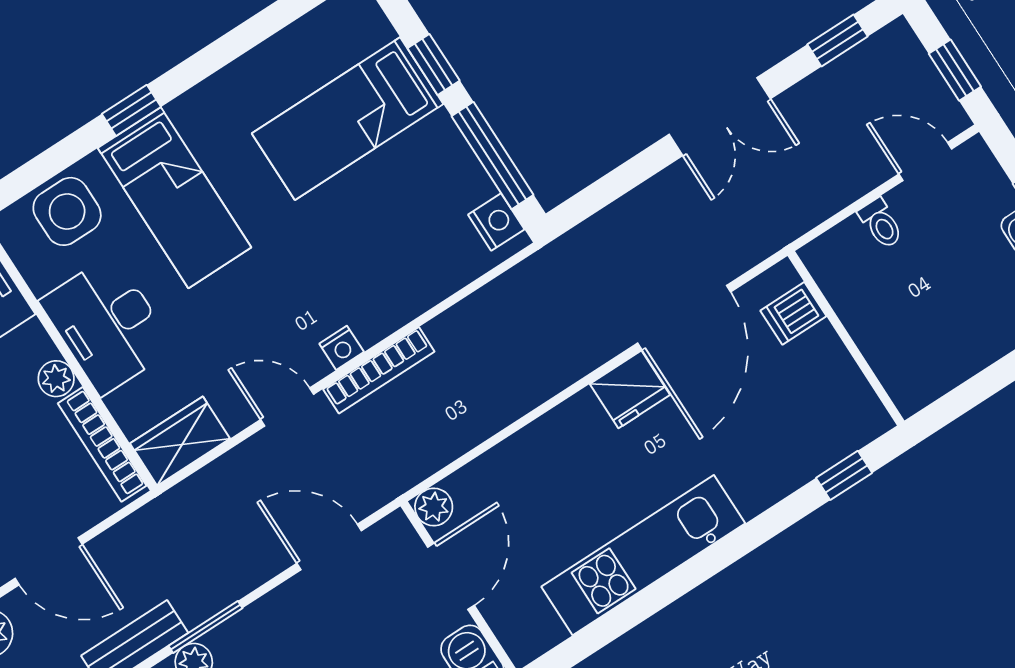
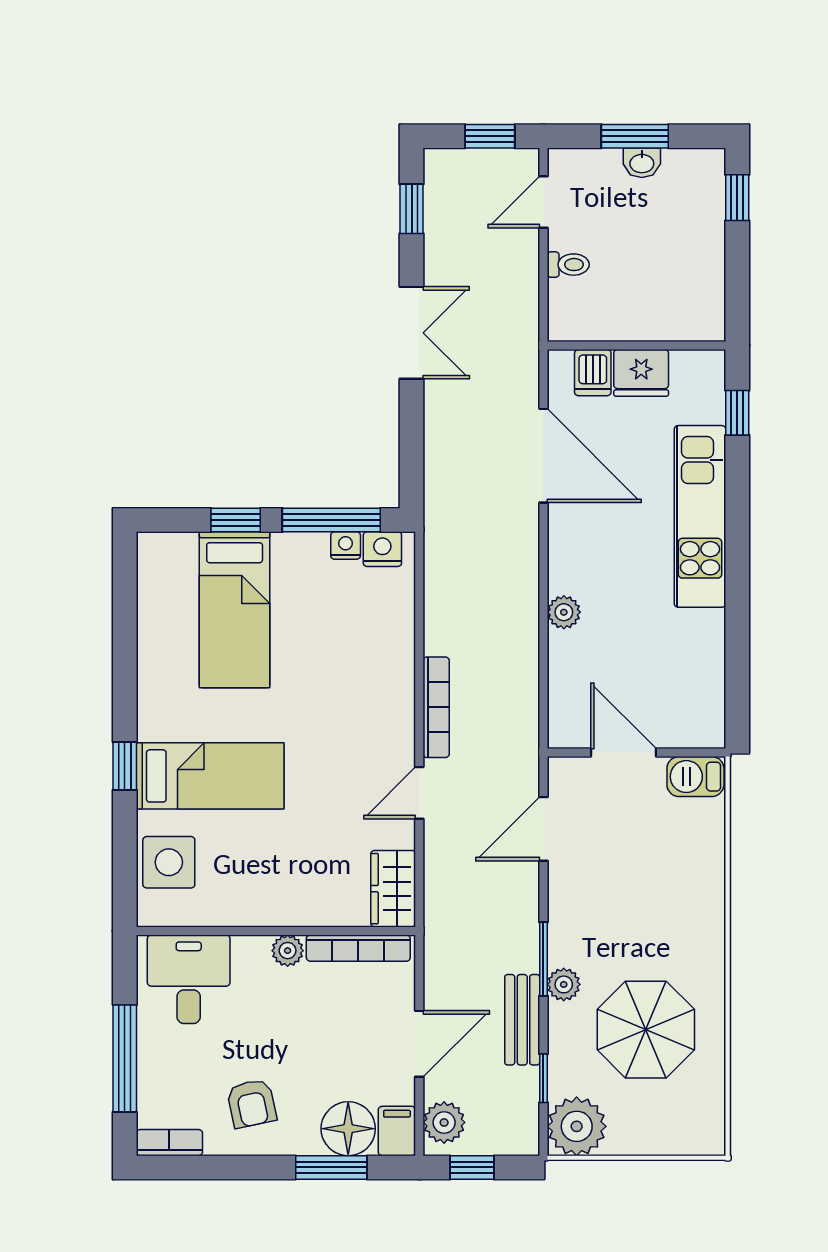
desk: (107, 325) -> (272, 887), removed
nightstand: (342, 348) -> (346, 545), moved, turned -90
fridge: (630, 389) -> (641, 373), moved, turned 90
plant: (434, 507) -> (564, 612), moved
kitchen unit: (643, 555) -> (700, 516), moved

